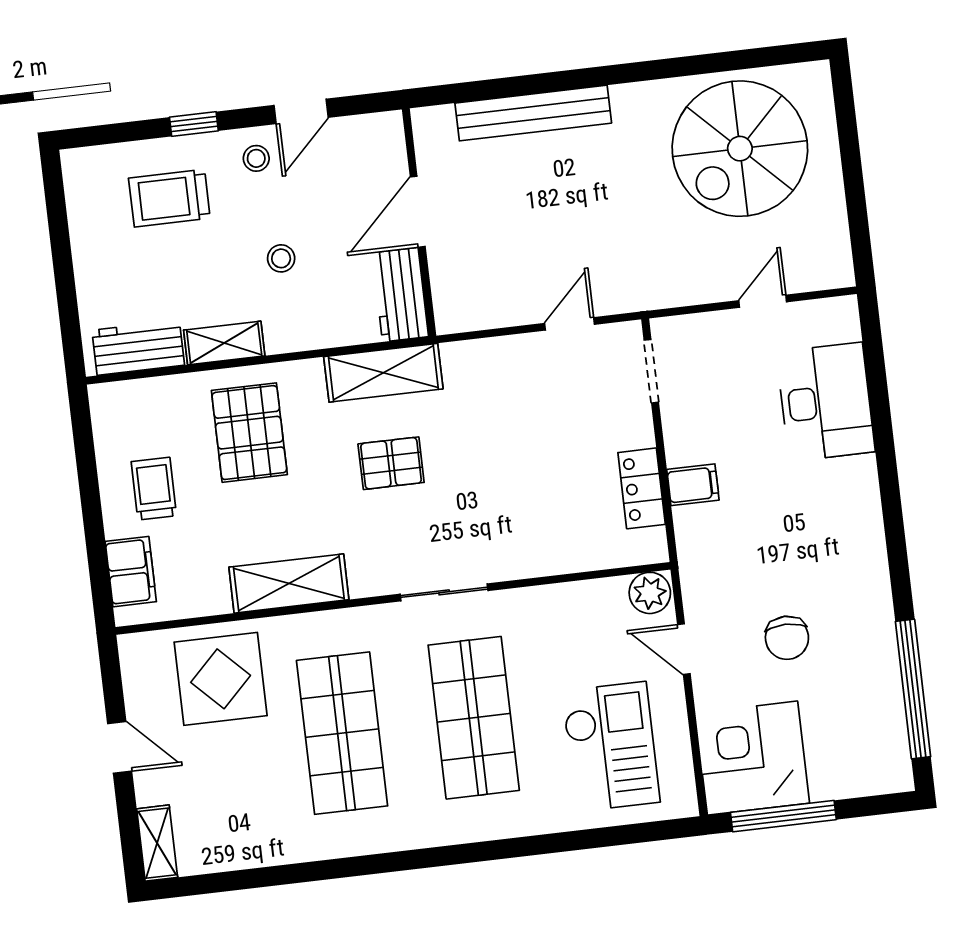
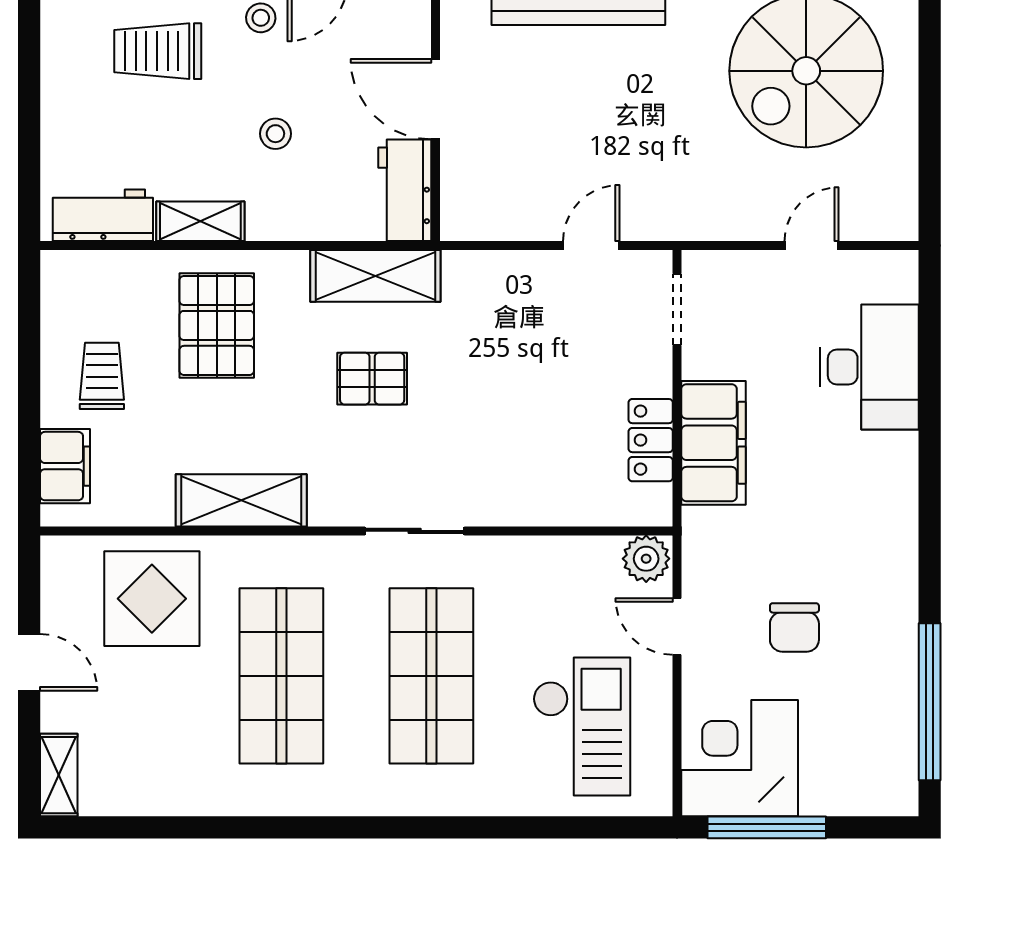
door: (418, 212) -> (435, 99), hinge flipped
filing cabinet: (693, 485) -> (714, 443), width x3.00, depth x1.17

